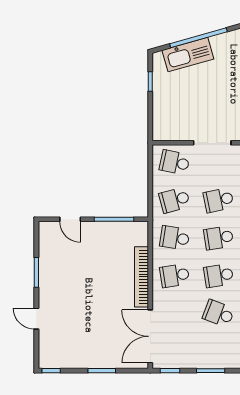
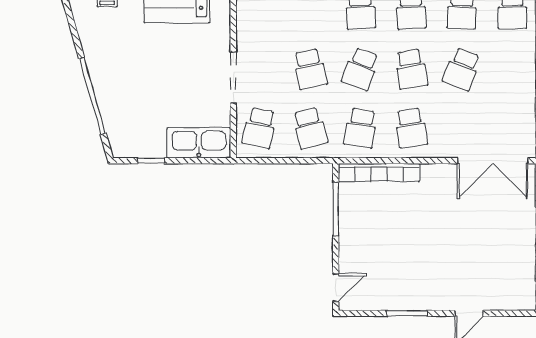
kitchen sink: (188, 55) -> (199, 143), moved, turned -74
door: (70, 219) -> (336, 288), moved
school desk: (219, 238) -> (361, 69), turned 30
bookcase: (141, 277) -> (379, 172), moved

